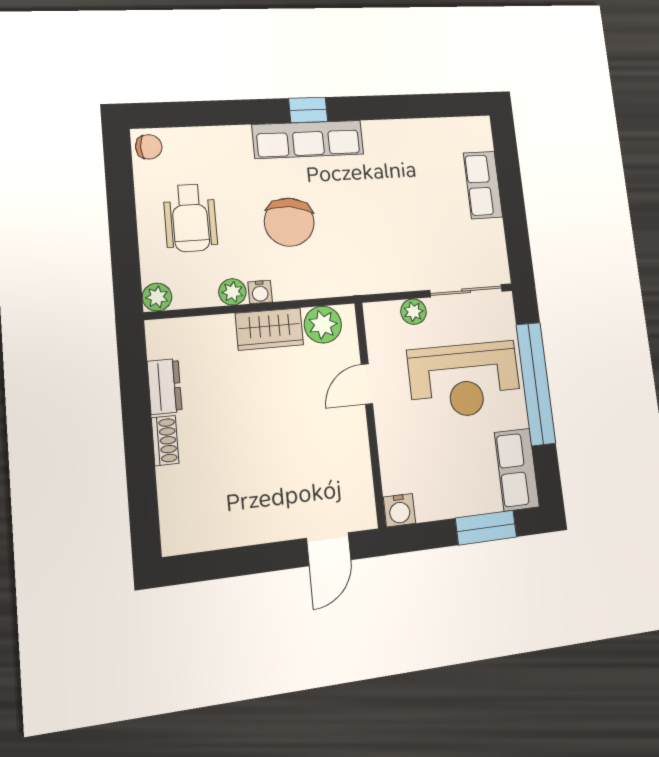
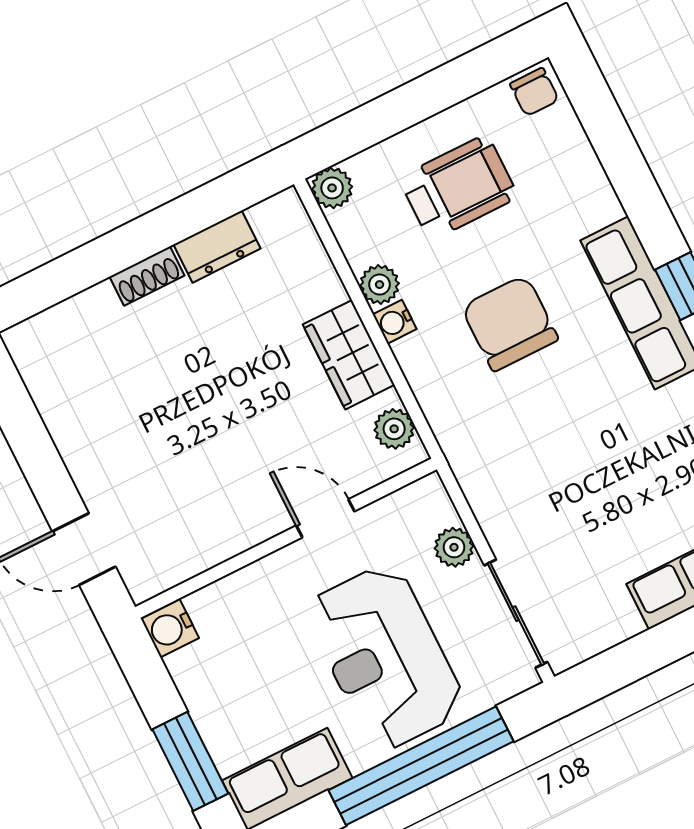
wheelchair: (190, 218) -> (458, 187), turned 180
chair: (289, 222) -> (510, 323), turned 83
plant: (323, 325) -> (394, 429), width x0.73, depth x0.73

